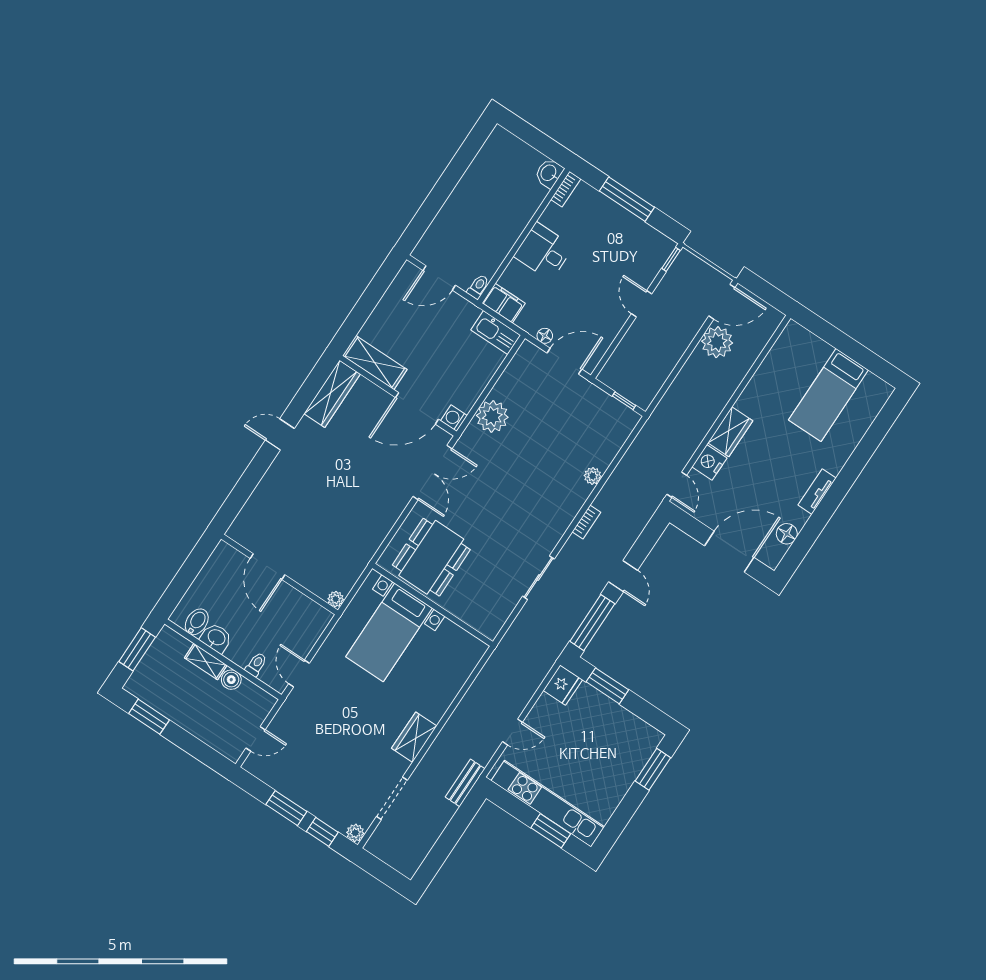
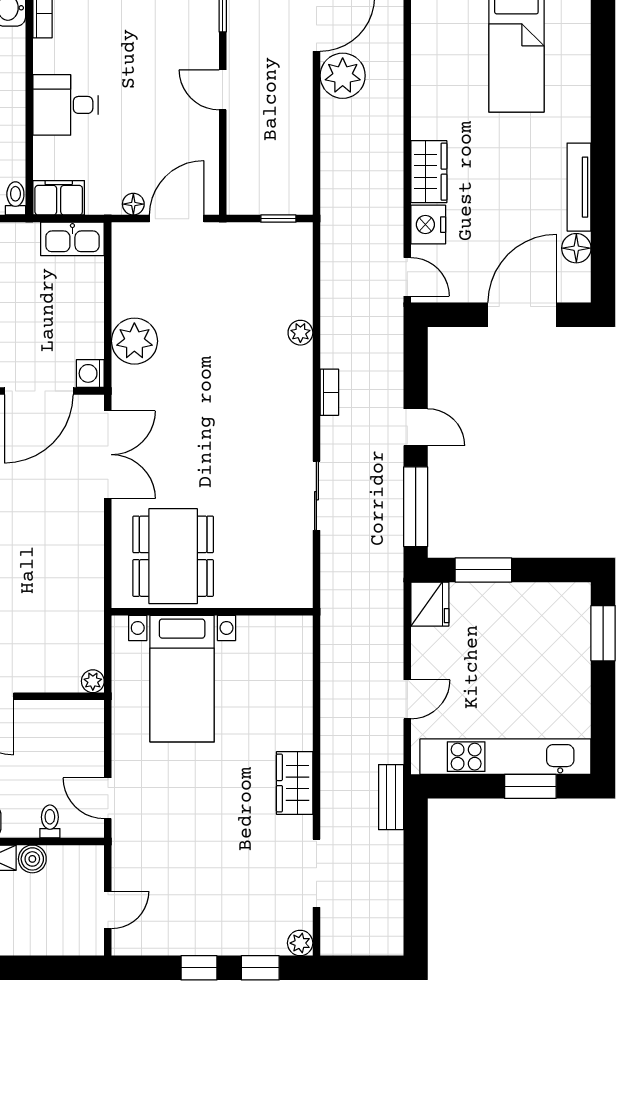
tv unit: (817, 492) -> (579, 187), width x1.41
window: (286, 808) -> (199, 968), width x0.67

